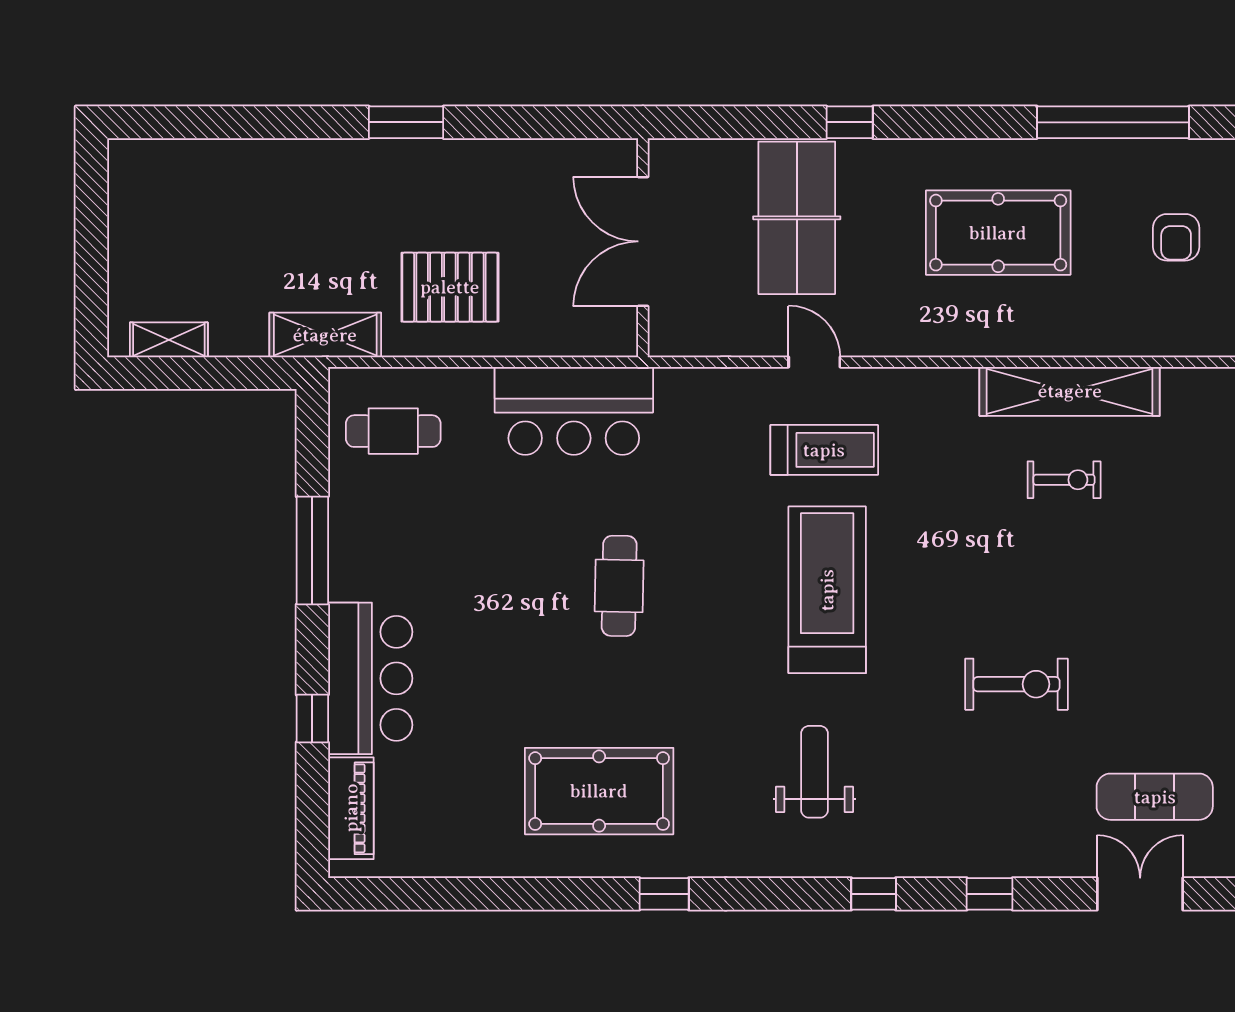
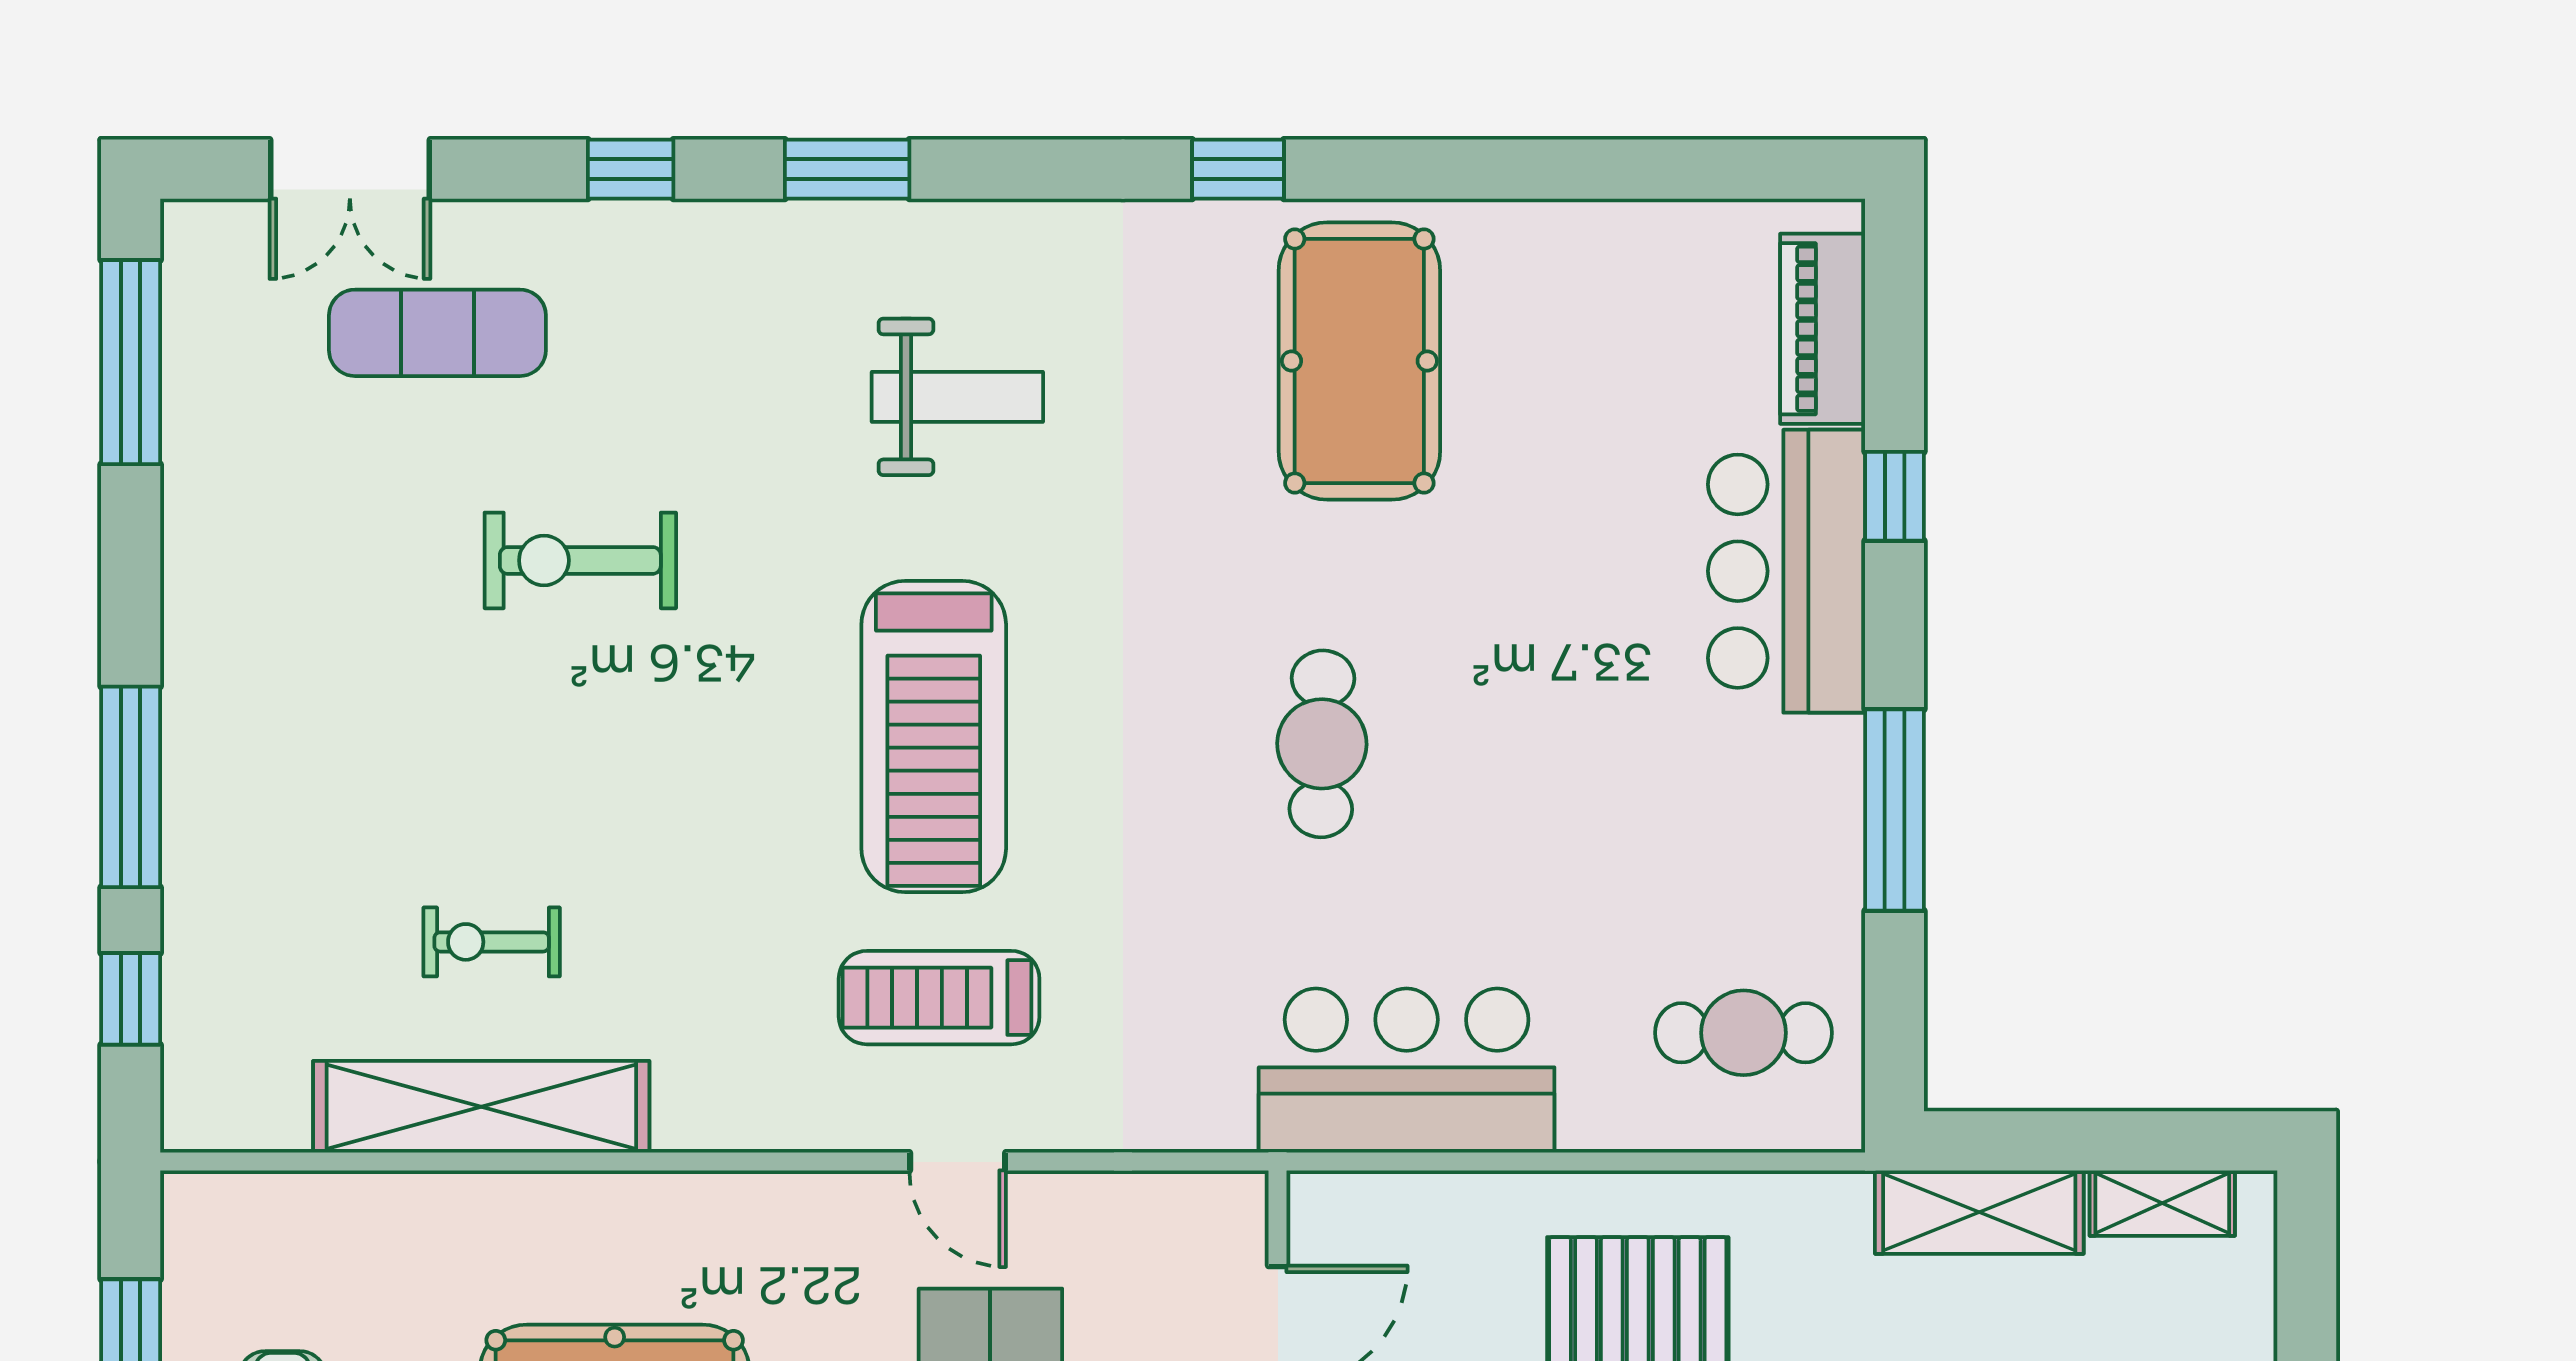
shelving: (325, 335) -> (1979, 1212), moved
weight bench: (814, 772) -> (957, 397), turned -90
pool table: (599, 791) -> (1359, 361), turned 90
exercise mat: (1155, 797) -> (437, 333), moved
window: (874, 894) -> (847, 169), width x1.50

